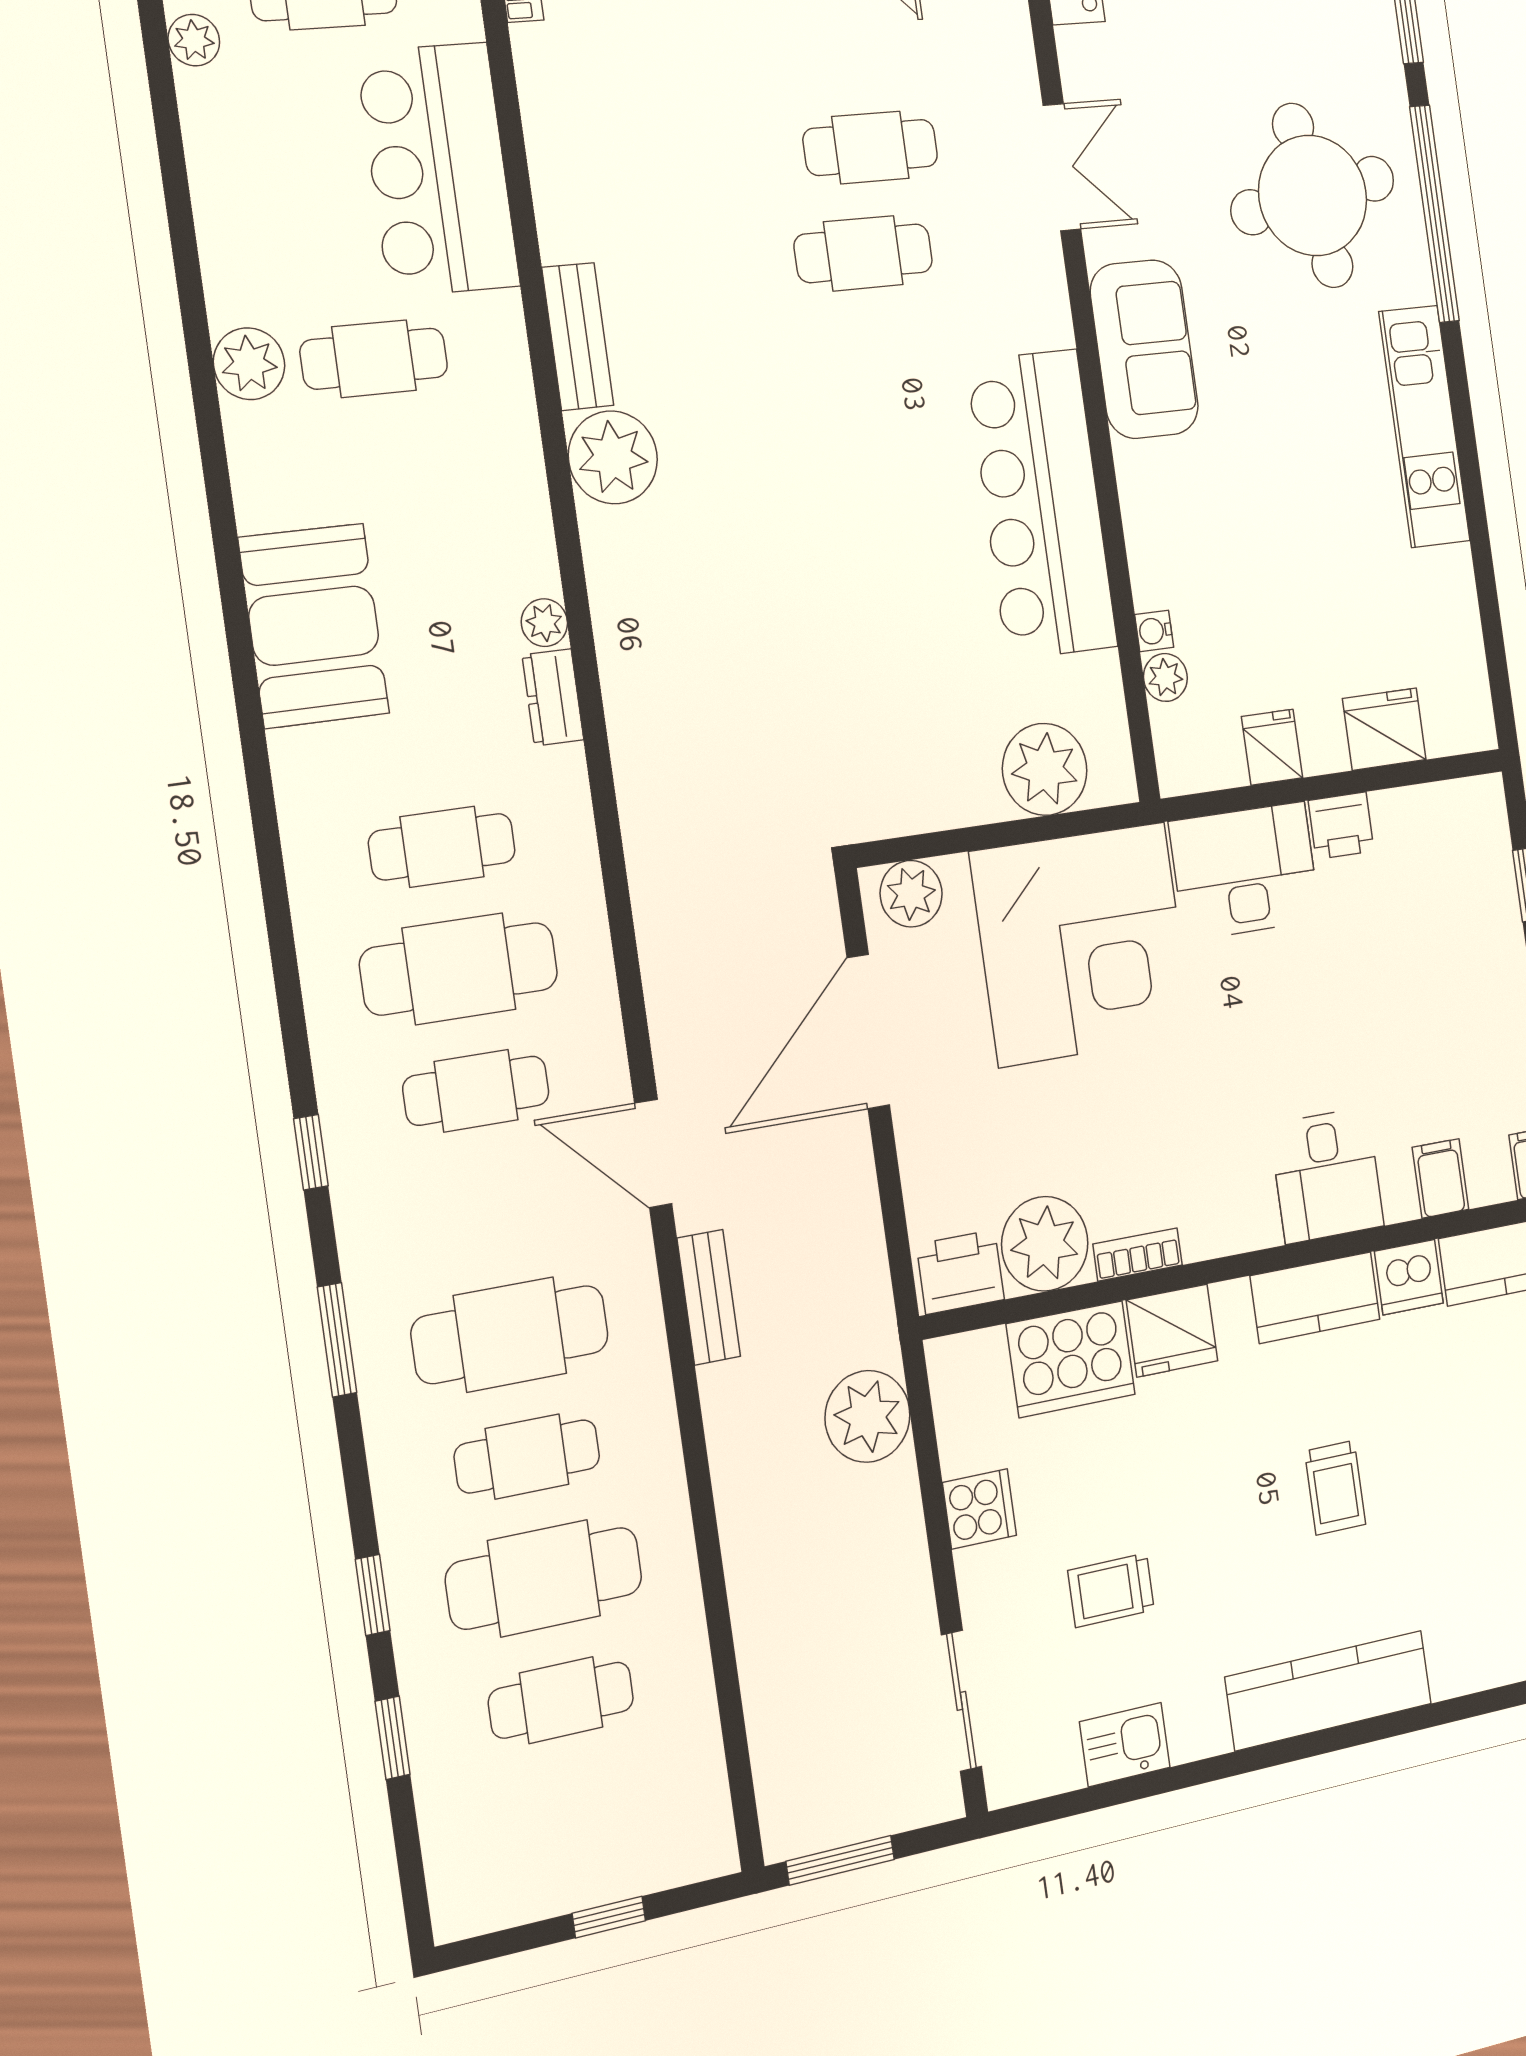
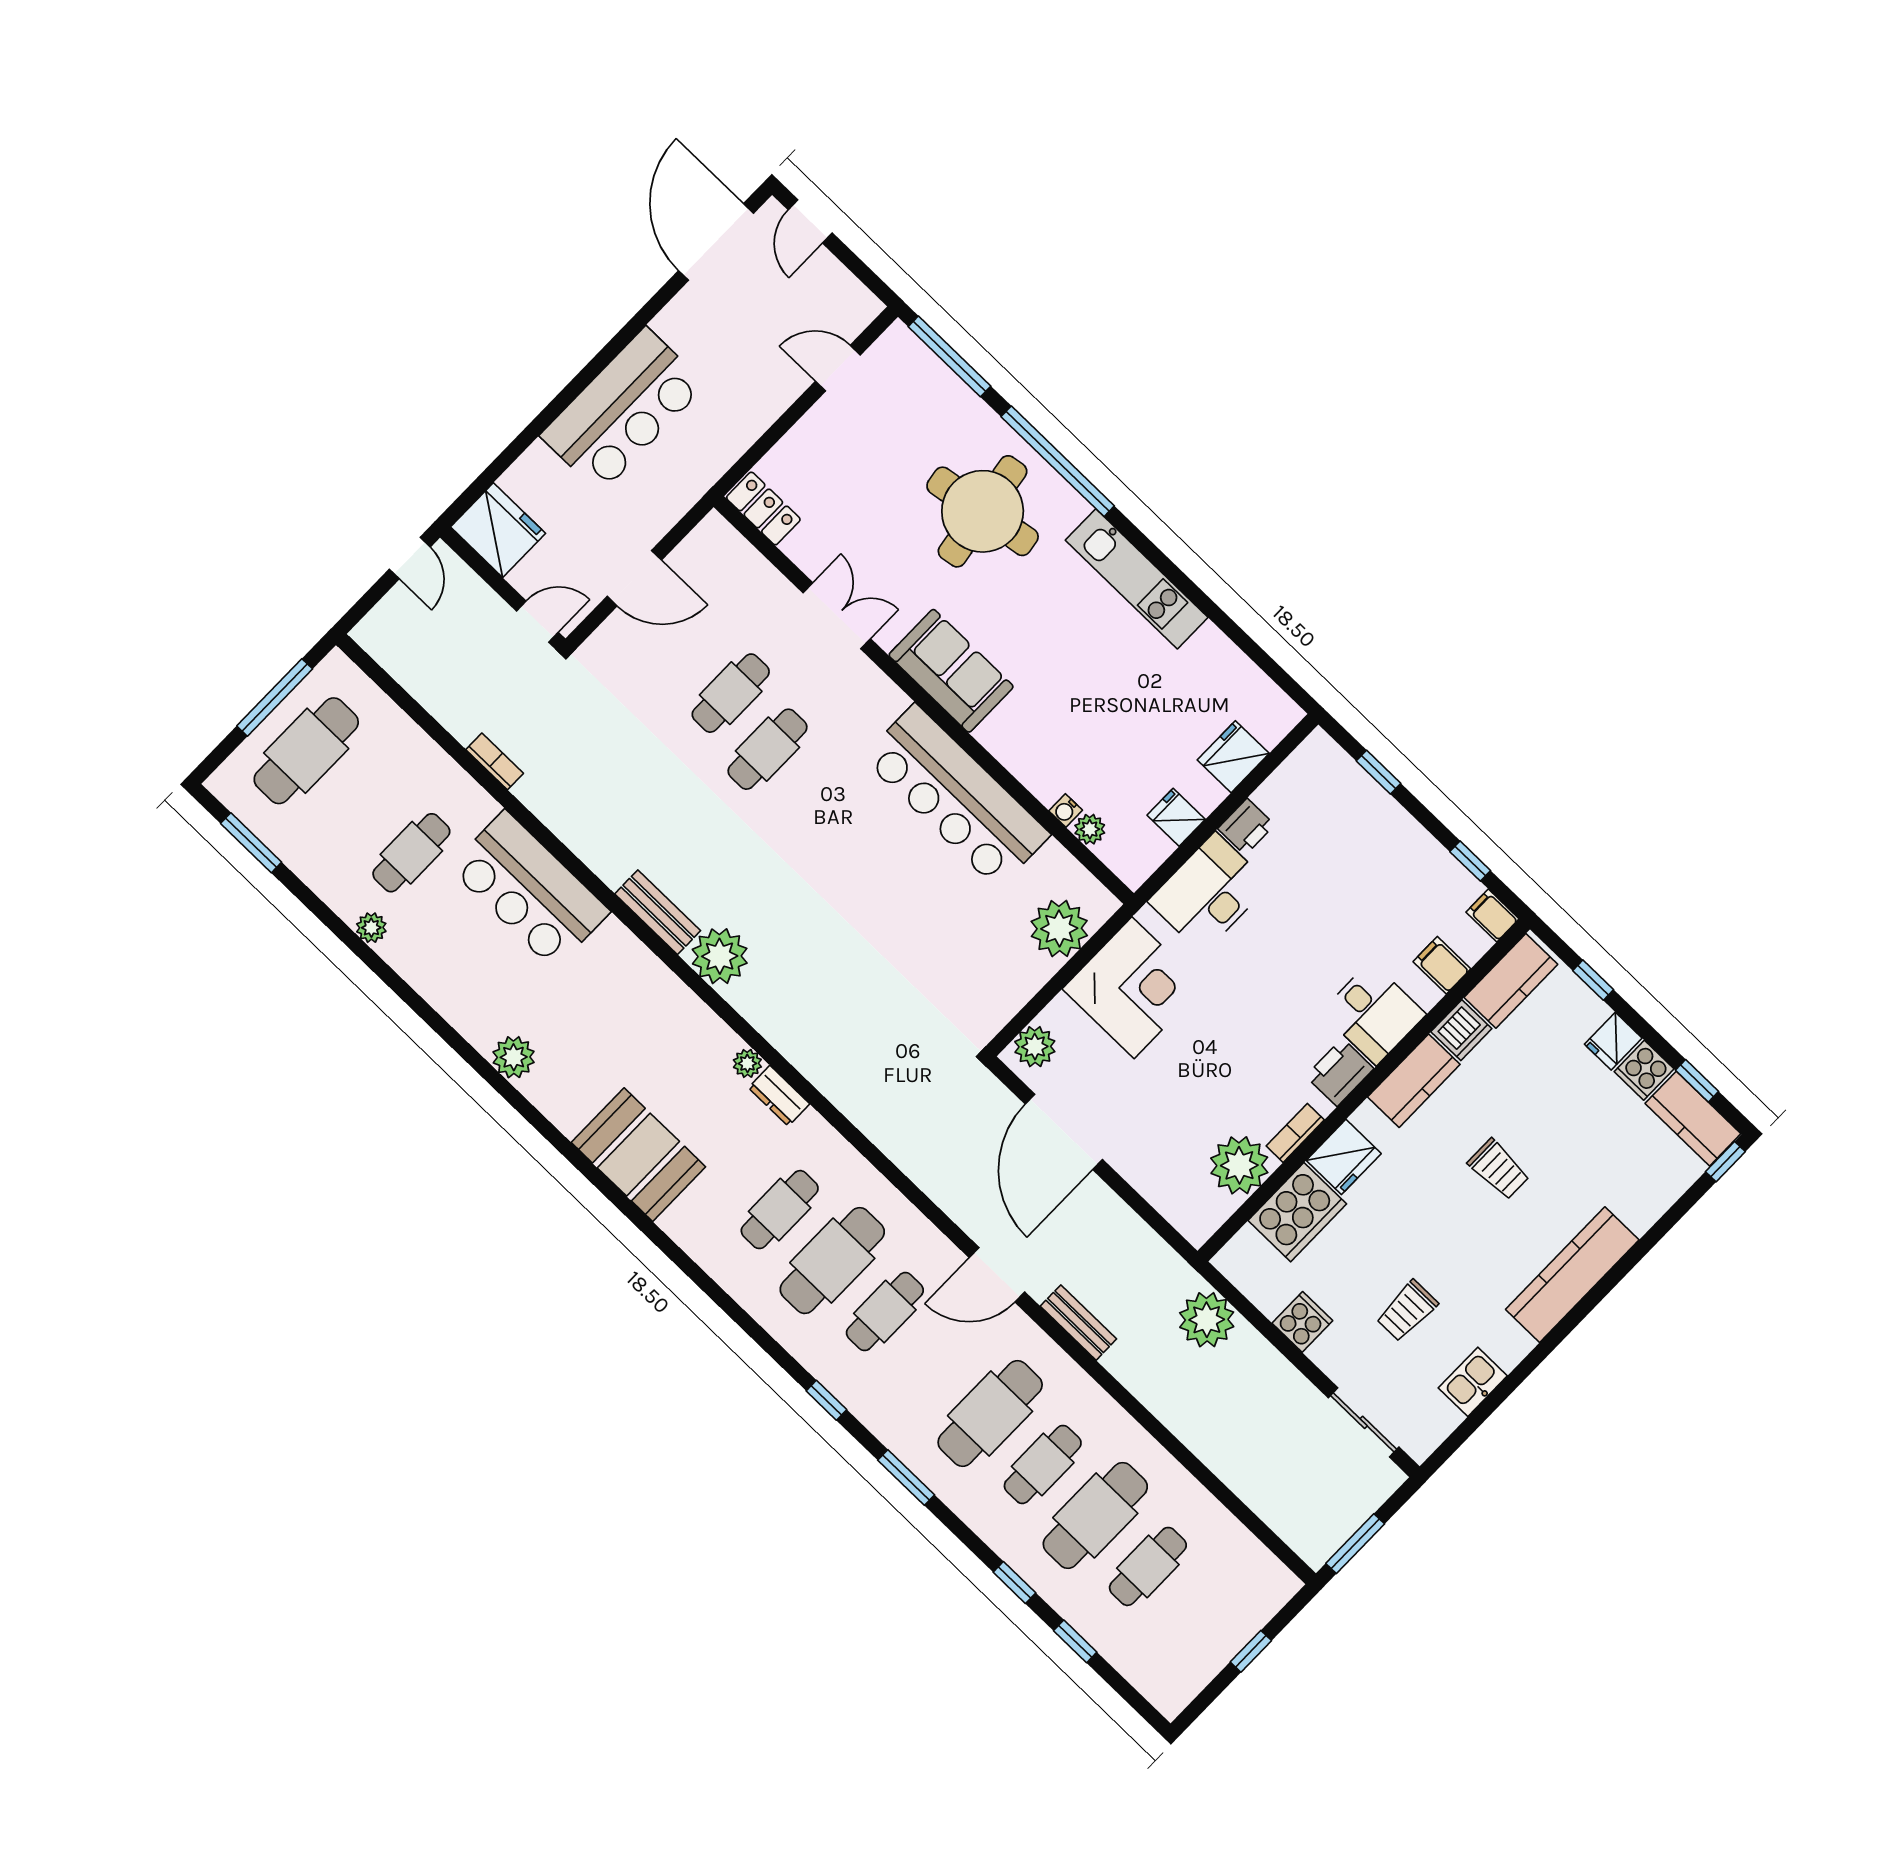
cafe table: (374, 359) -> (569, 1006), removed
corner desk: (1082, 944) -> (1133, 988), width x0.74, depth x0.74
printer: (960, 1272) -> (1340, 1072), moved

